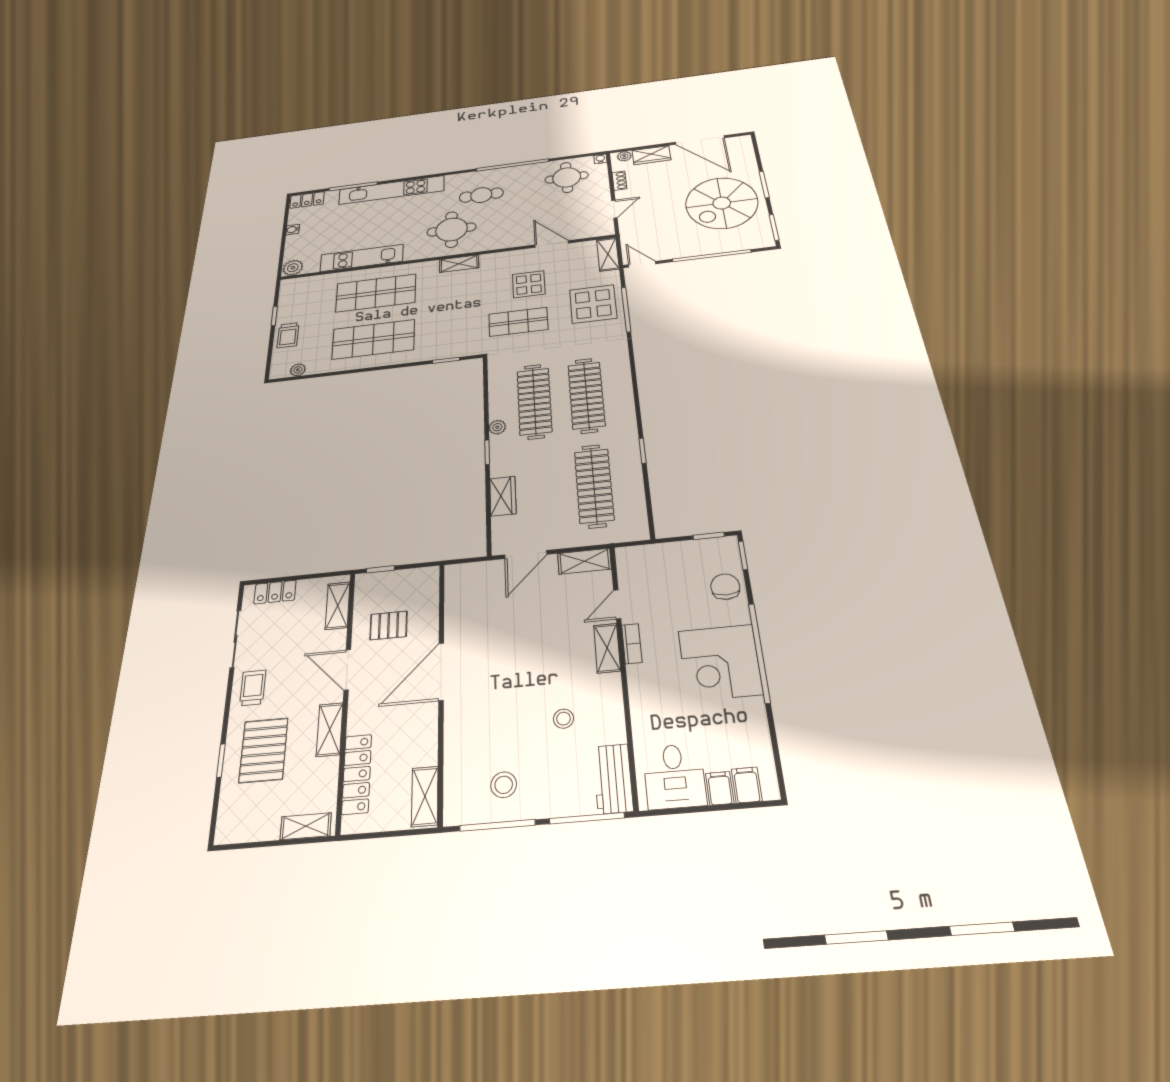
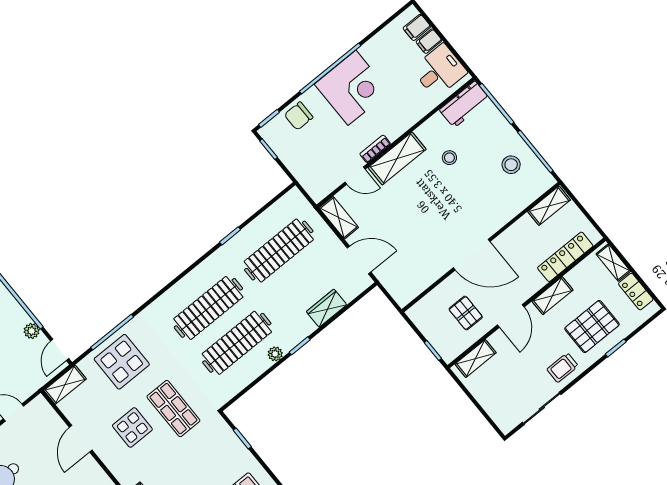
plant: (676, 252) -> (32, 331), added
locker: (275, 592) -> (636, 292), moved, turned 180
shelving: (607, 648) -> (397, 158), width x1.50, depth x1.33

